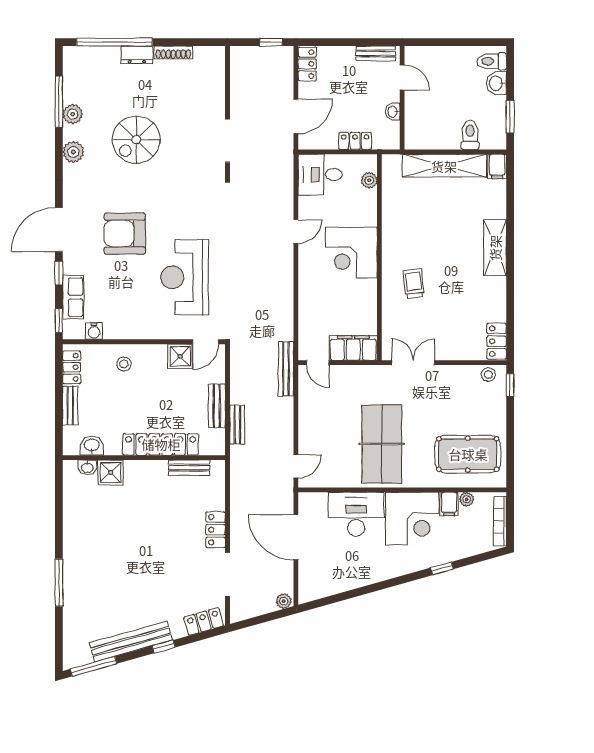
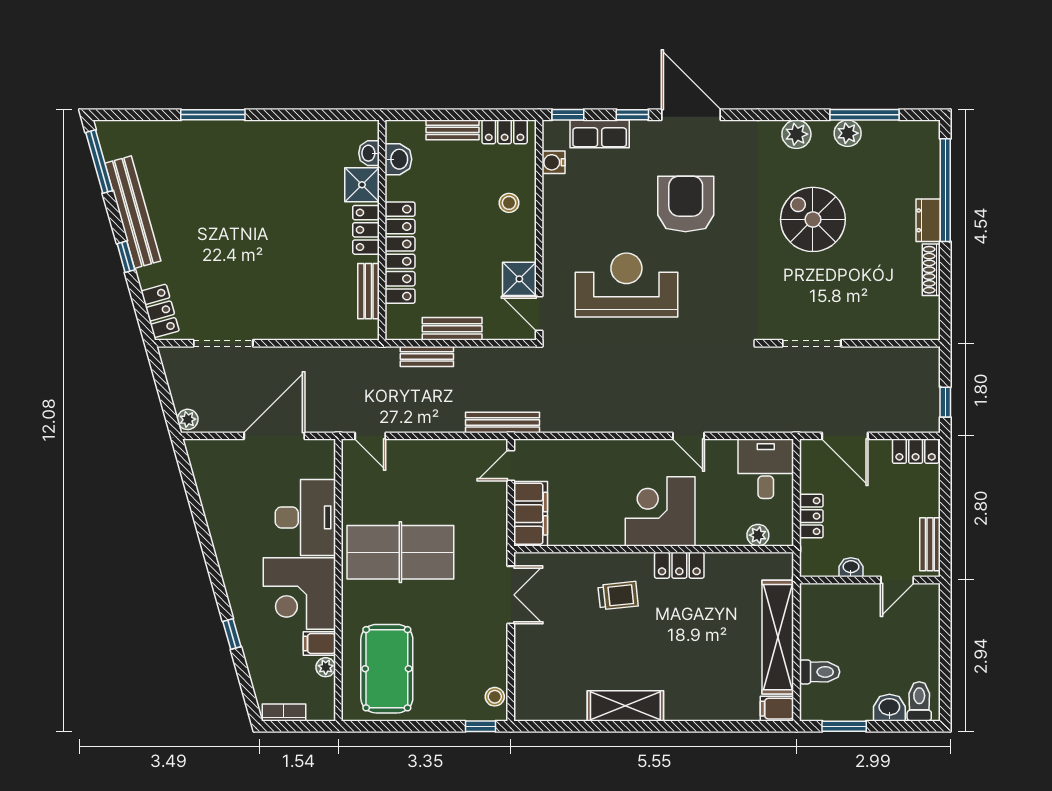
shelving: (495, 248) -> (625, 706), moved
locker: (497, 341) -> (679, 565), moved, turned 180
bookcase: (500, 521) -> (284, 712), width x0.64
locker: (216, 530) -> (366, 230), moved, turned -90

